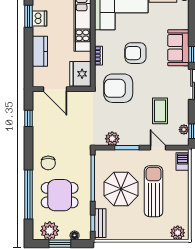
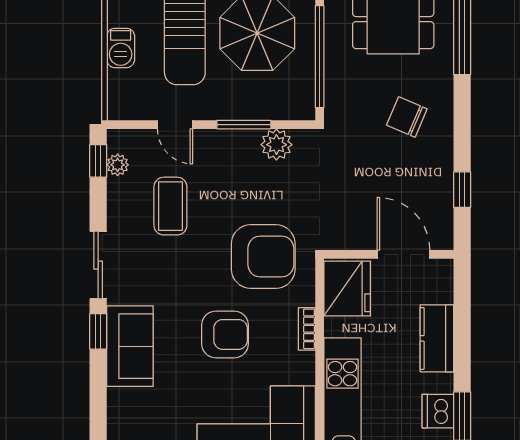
barbecue: (182, 162) -> (121, 48), moved
chair: (48, 163) -> (407, 117), moved, turned -67

